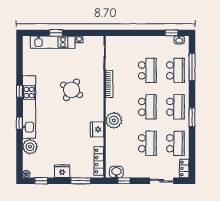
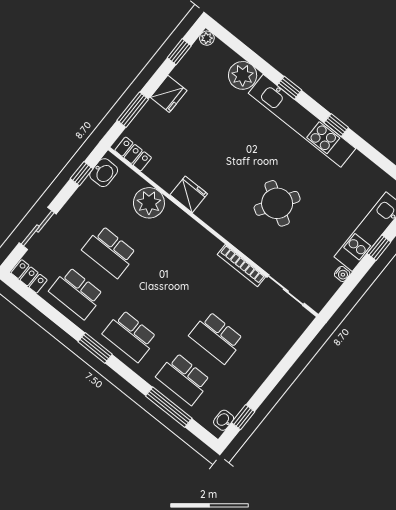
school desk: (147, 107) -> (163, 295), removed
plant: (114, 120) -> (149, 203), moved
locker: (99, 161) -> (133, 154), width x0.66

